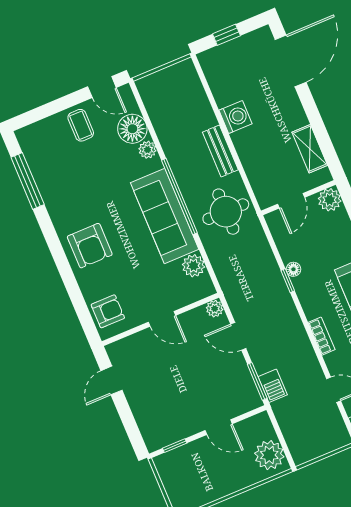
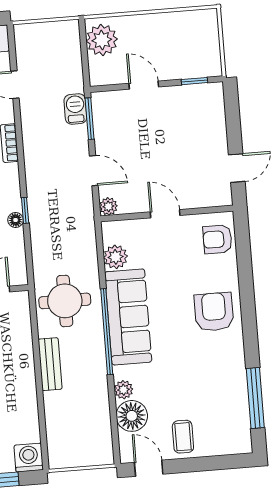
washing machine: (236, 117) -> (29, 458), moved, turned 90

